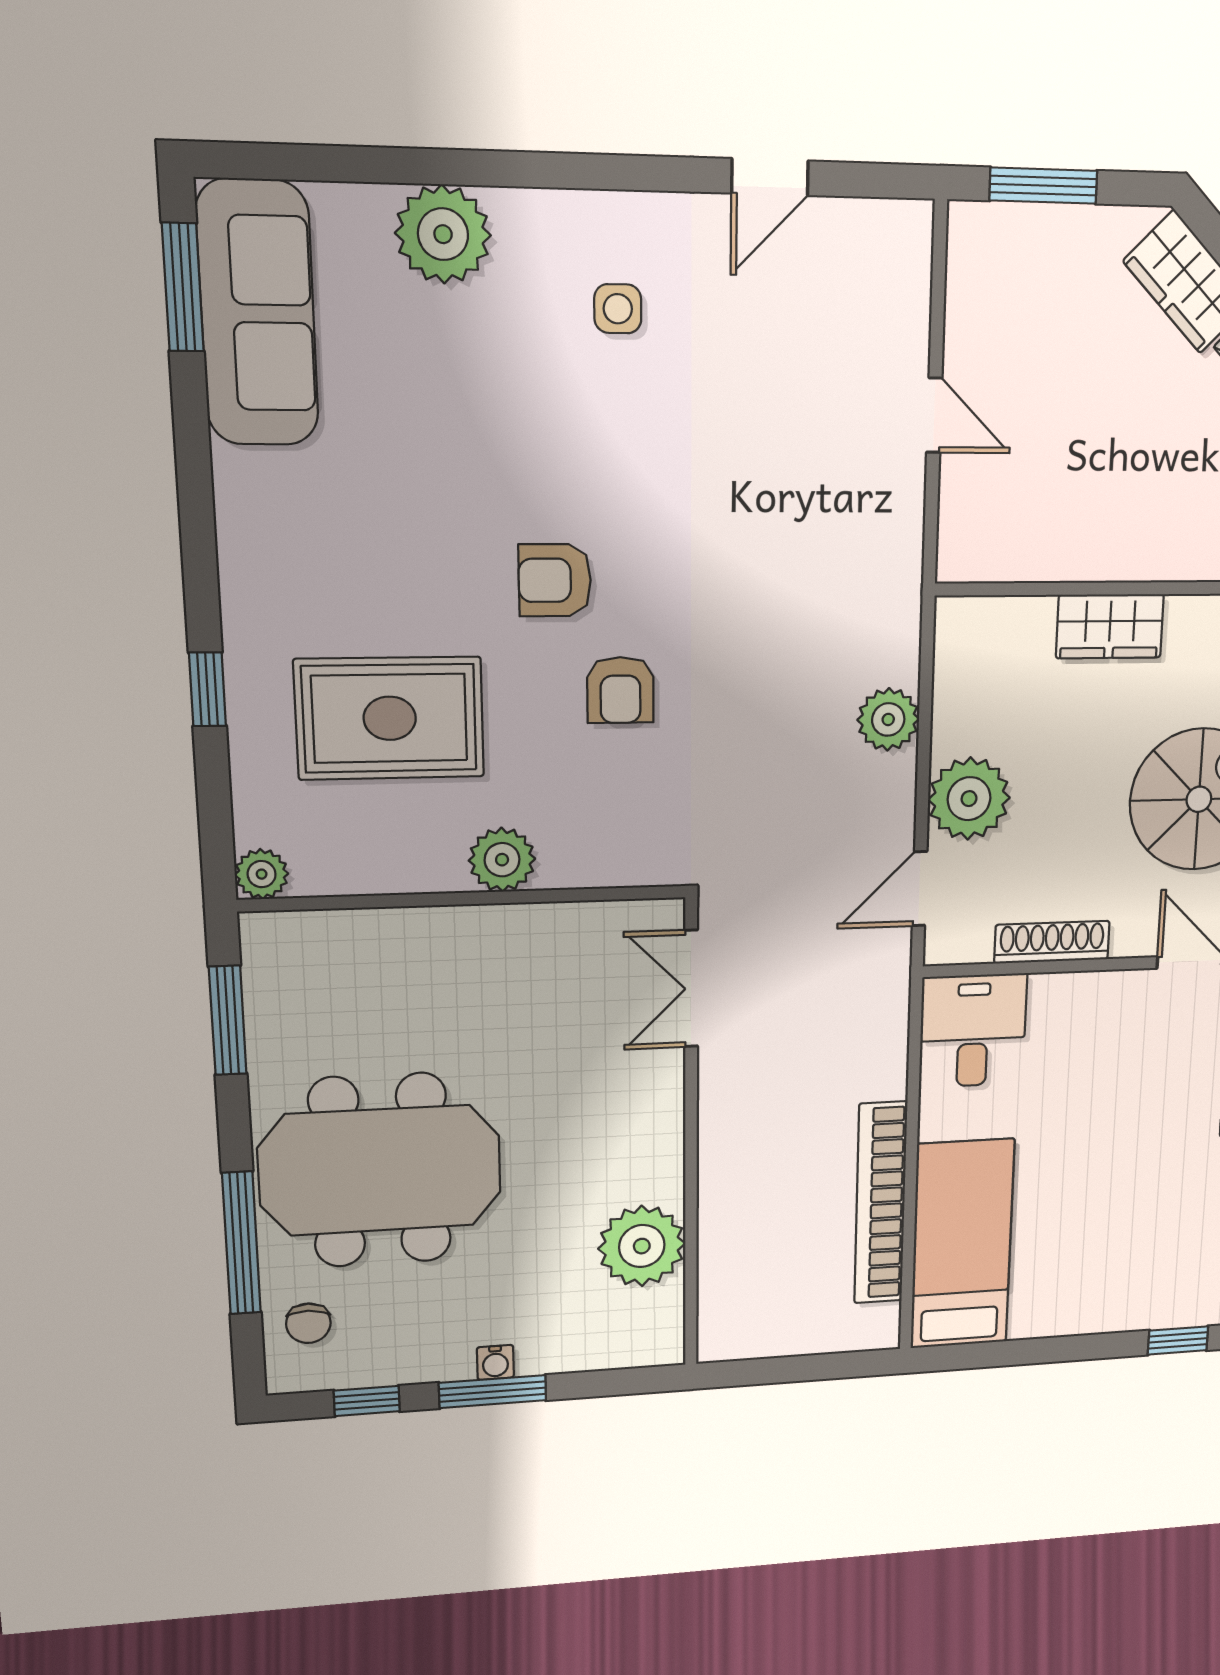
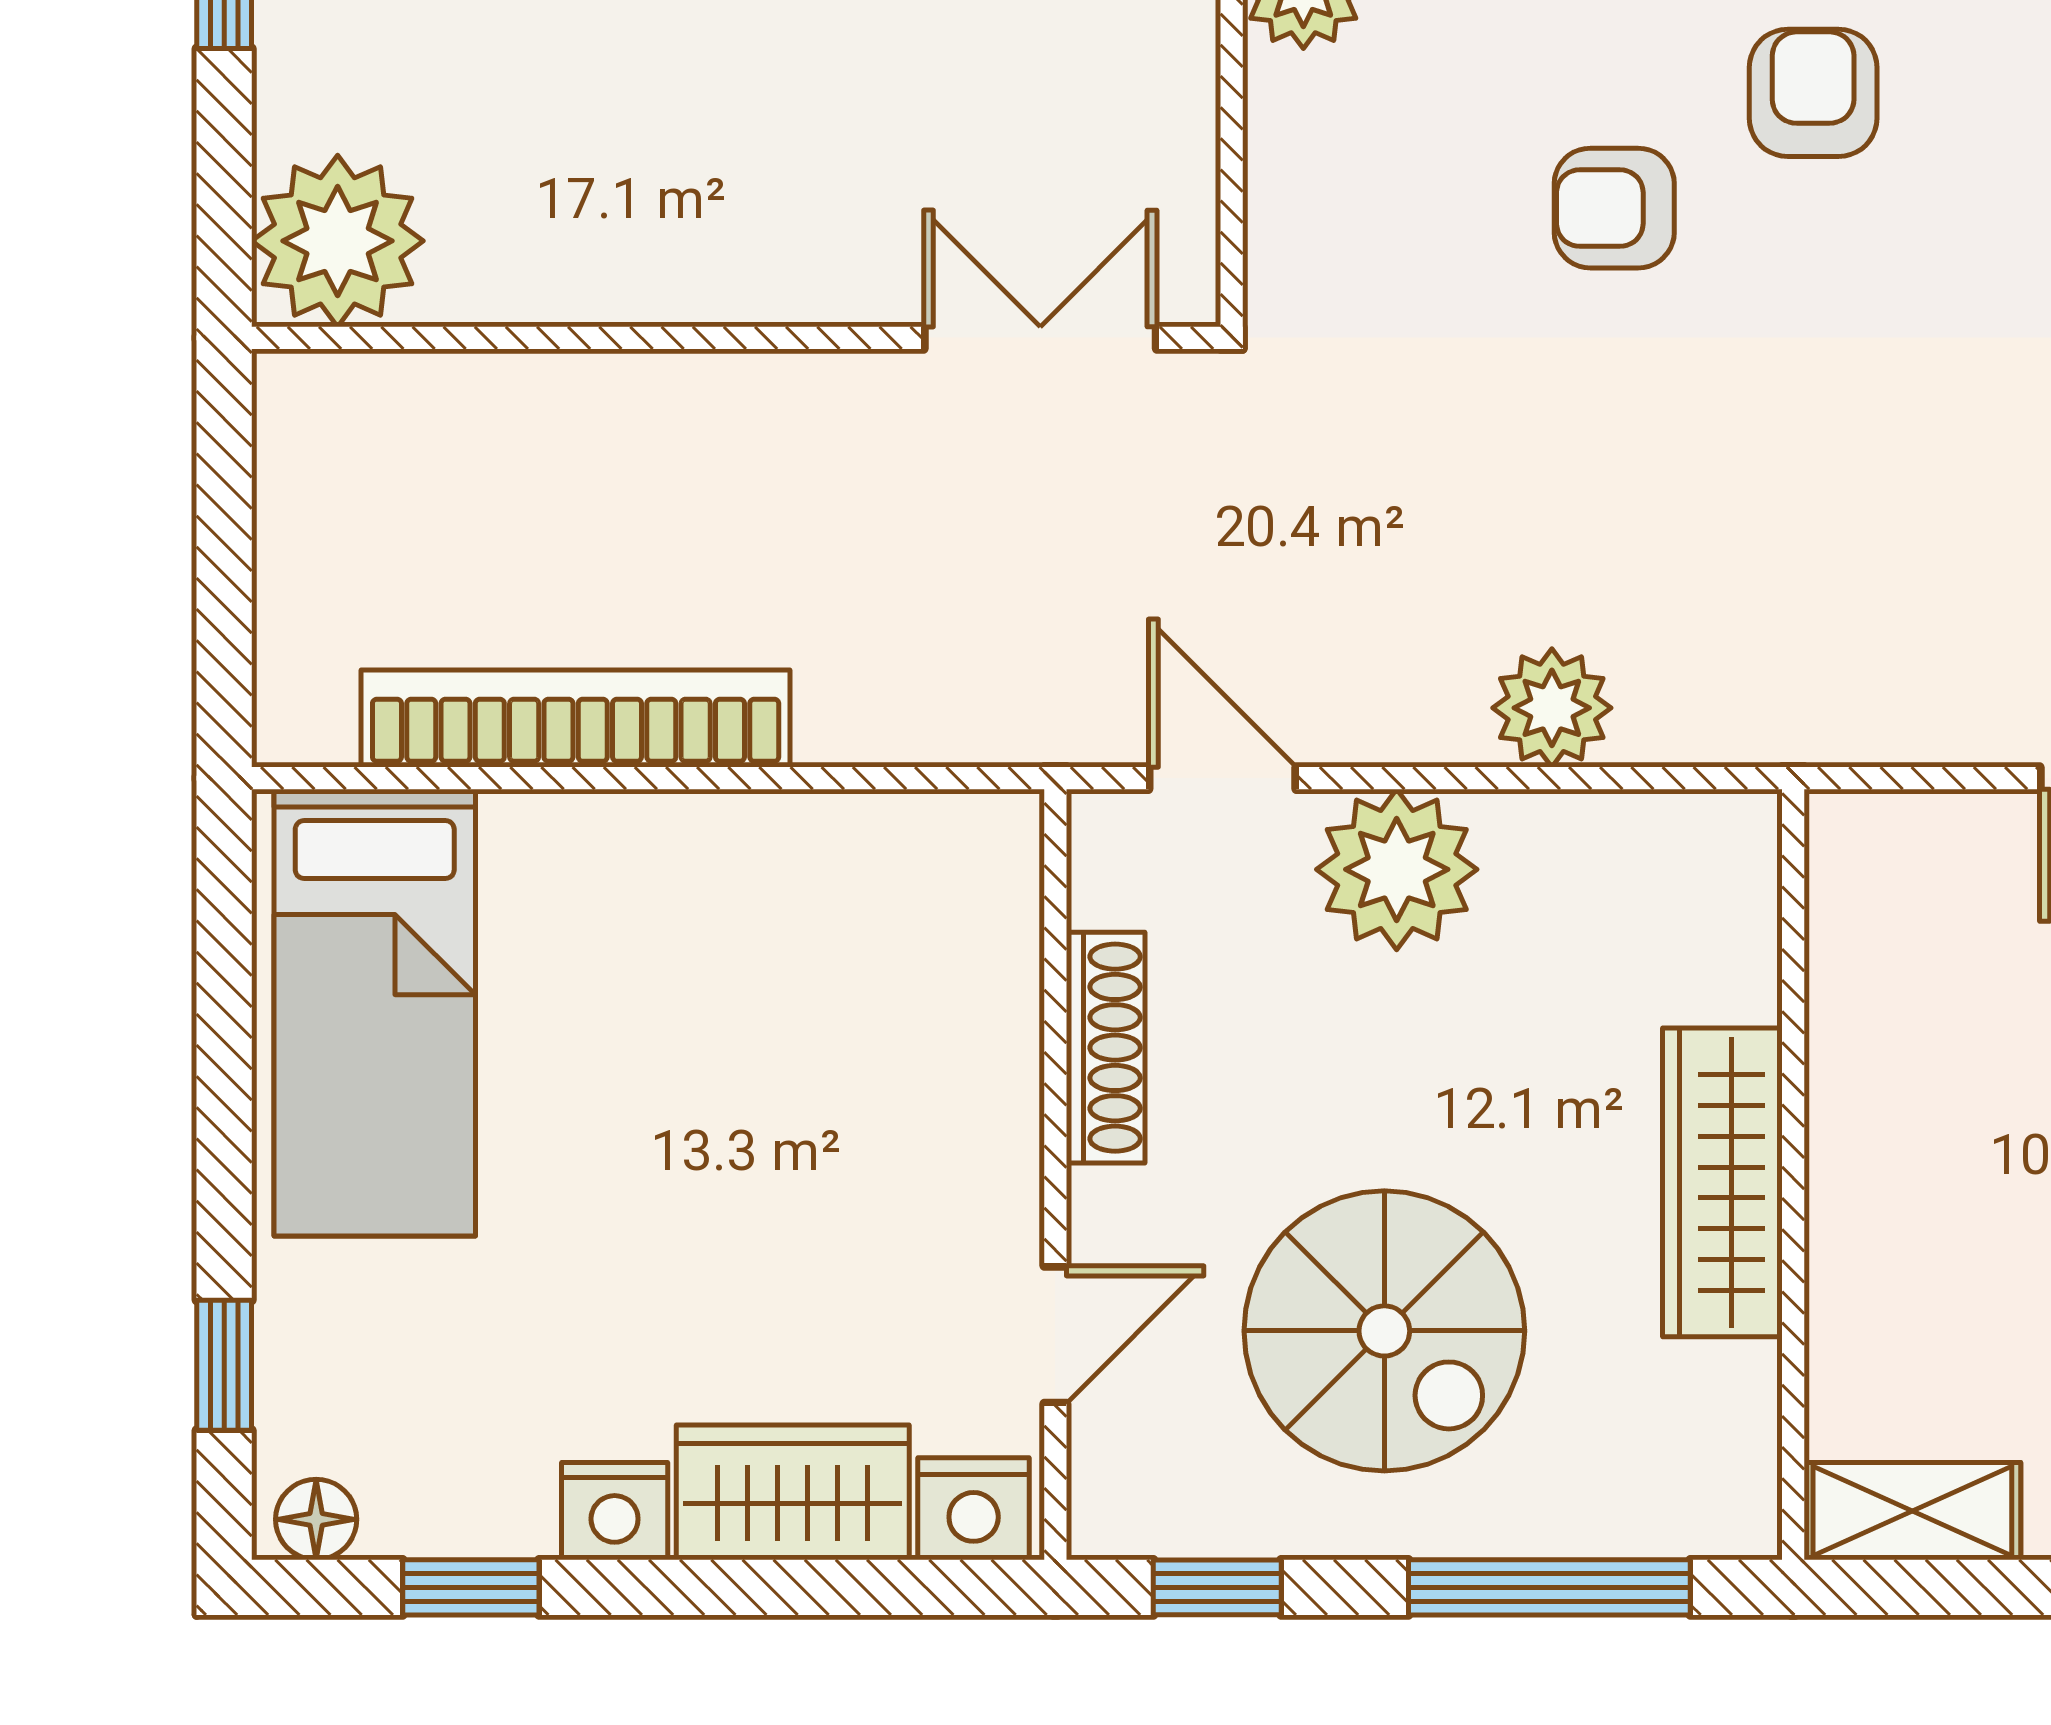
wardrobe: (1110, 626) -> (1722, 1182), width x1.50
desk: (973, 1031) -> (930, 895), removed
bed: (962, 1244) -> (375, 1013), moved, turned 90
plant: (642, 1246) -> (338, 241), moved

